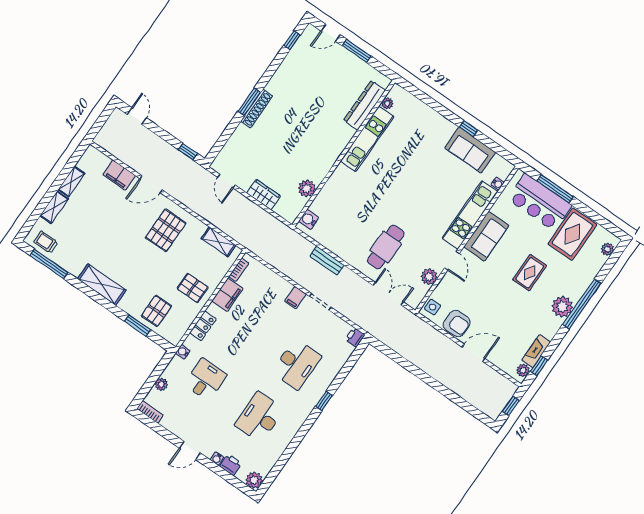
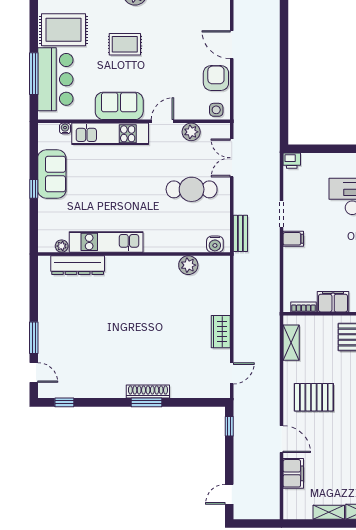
plant: (387, 103) -> (62, 246), moved
dresser: (365, 105) -> (78, 265), moved
kitchen unit: (367, 139) -> (106, 242), moved
wall: (344, 154) -> (134, 254), moved
plant: (307, 189) -> (188, 265), moved
water cooler: (309, 219) -> (215, 244), moved

